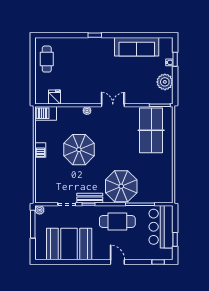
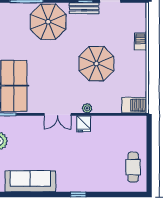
fridge: (54, 97) -> (84, 124), moved
barbecue: (40, 150) -> (141, 42), moved

